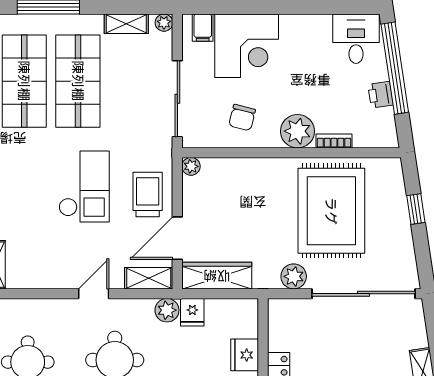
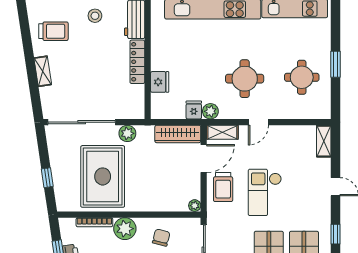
bookcase: (334, 141) -> (94, 222), width x1.56

